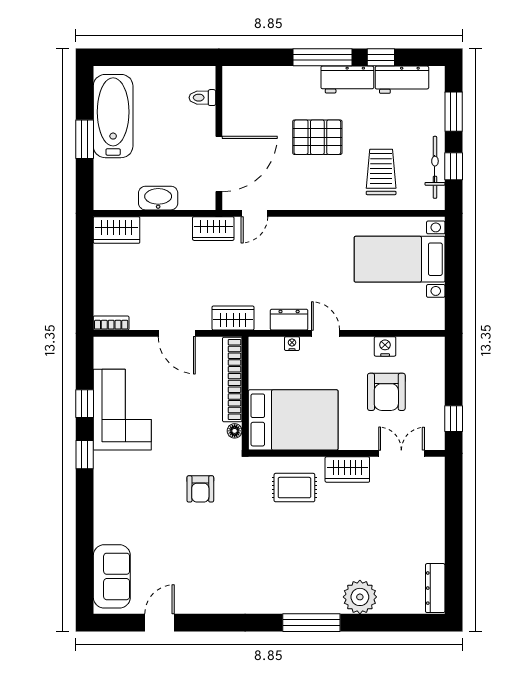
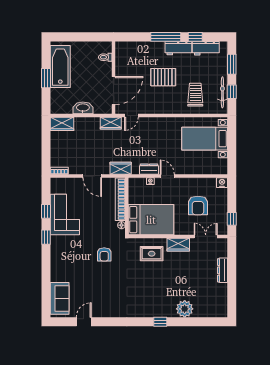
nightstand: (385, 346) -> (222, 183), moved
dresser: (435, 588) -> (223, 270), moved
window: (311, 623) -> (160, 322), width x0.46

